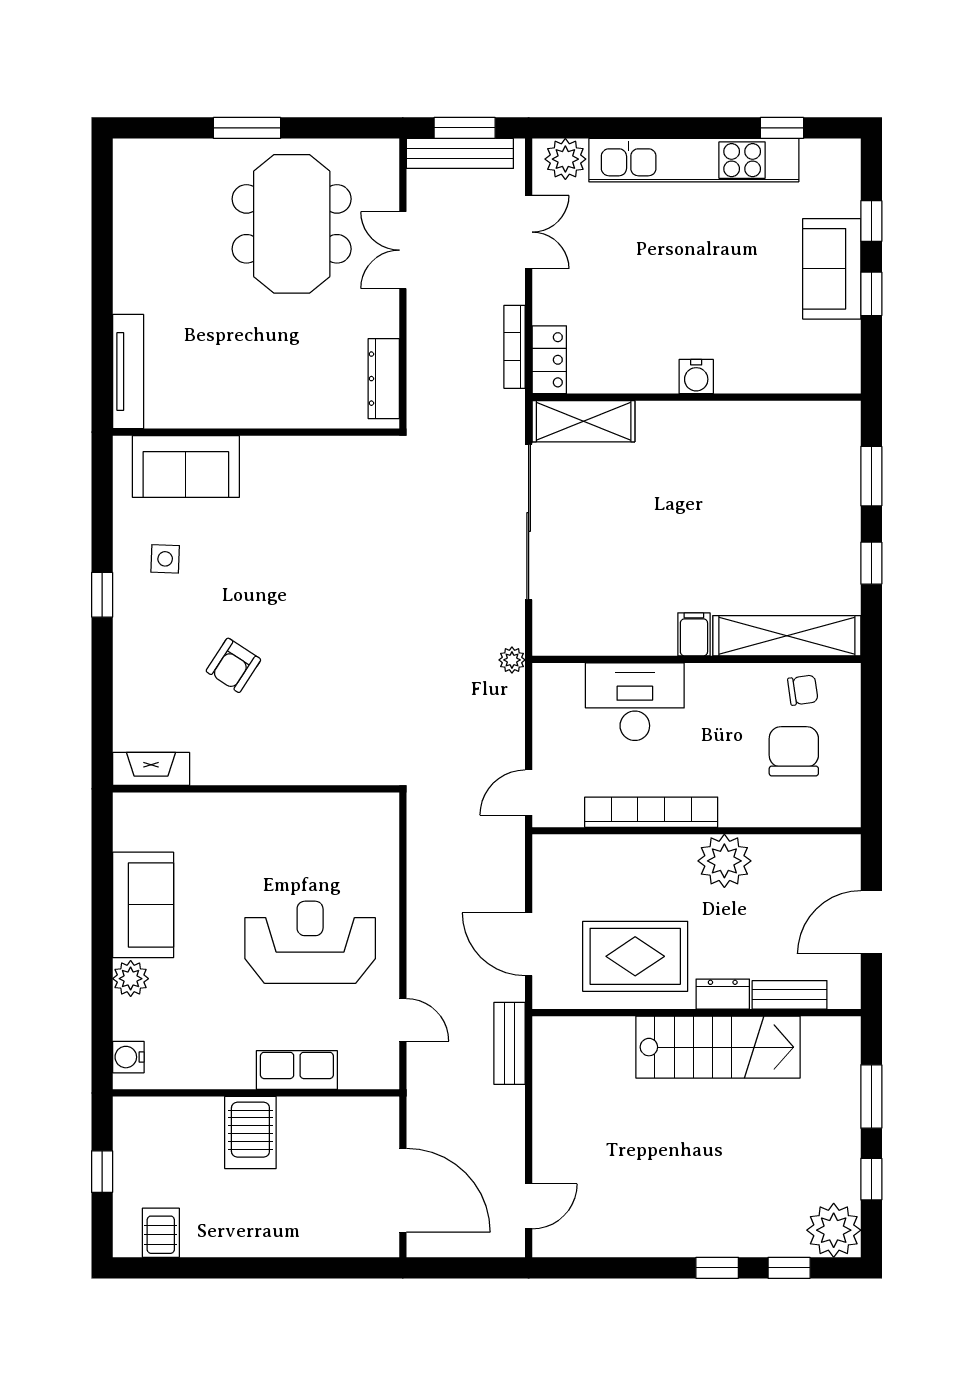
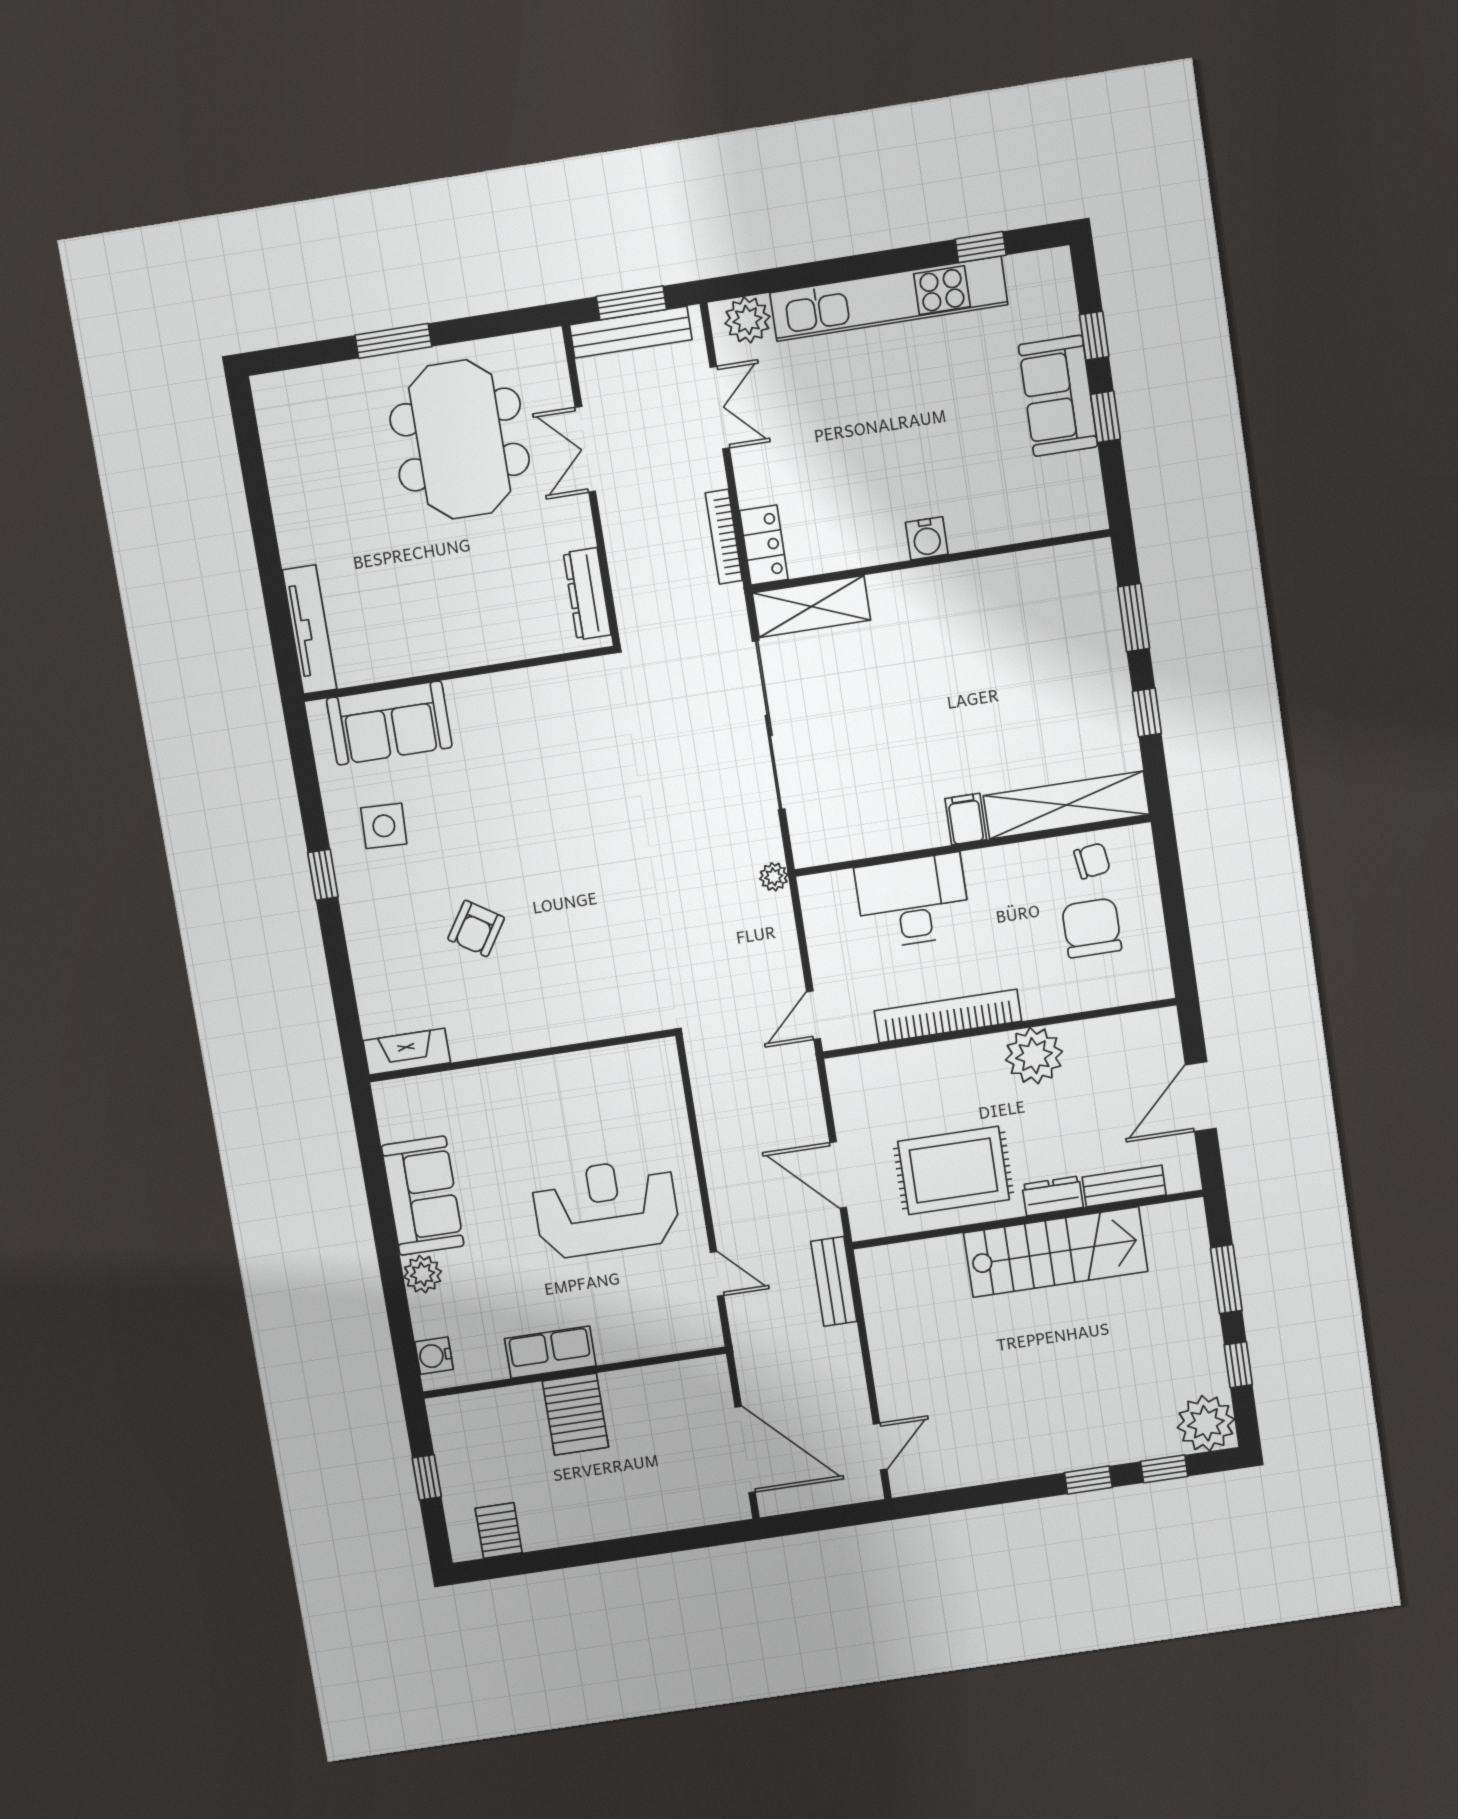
side table: (165, 559) -> (384, 826), width x1.37, depth x1.37
row of seats: (297, 1070) -> (550, 1352), moved

